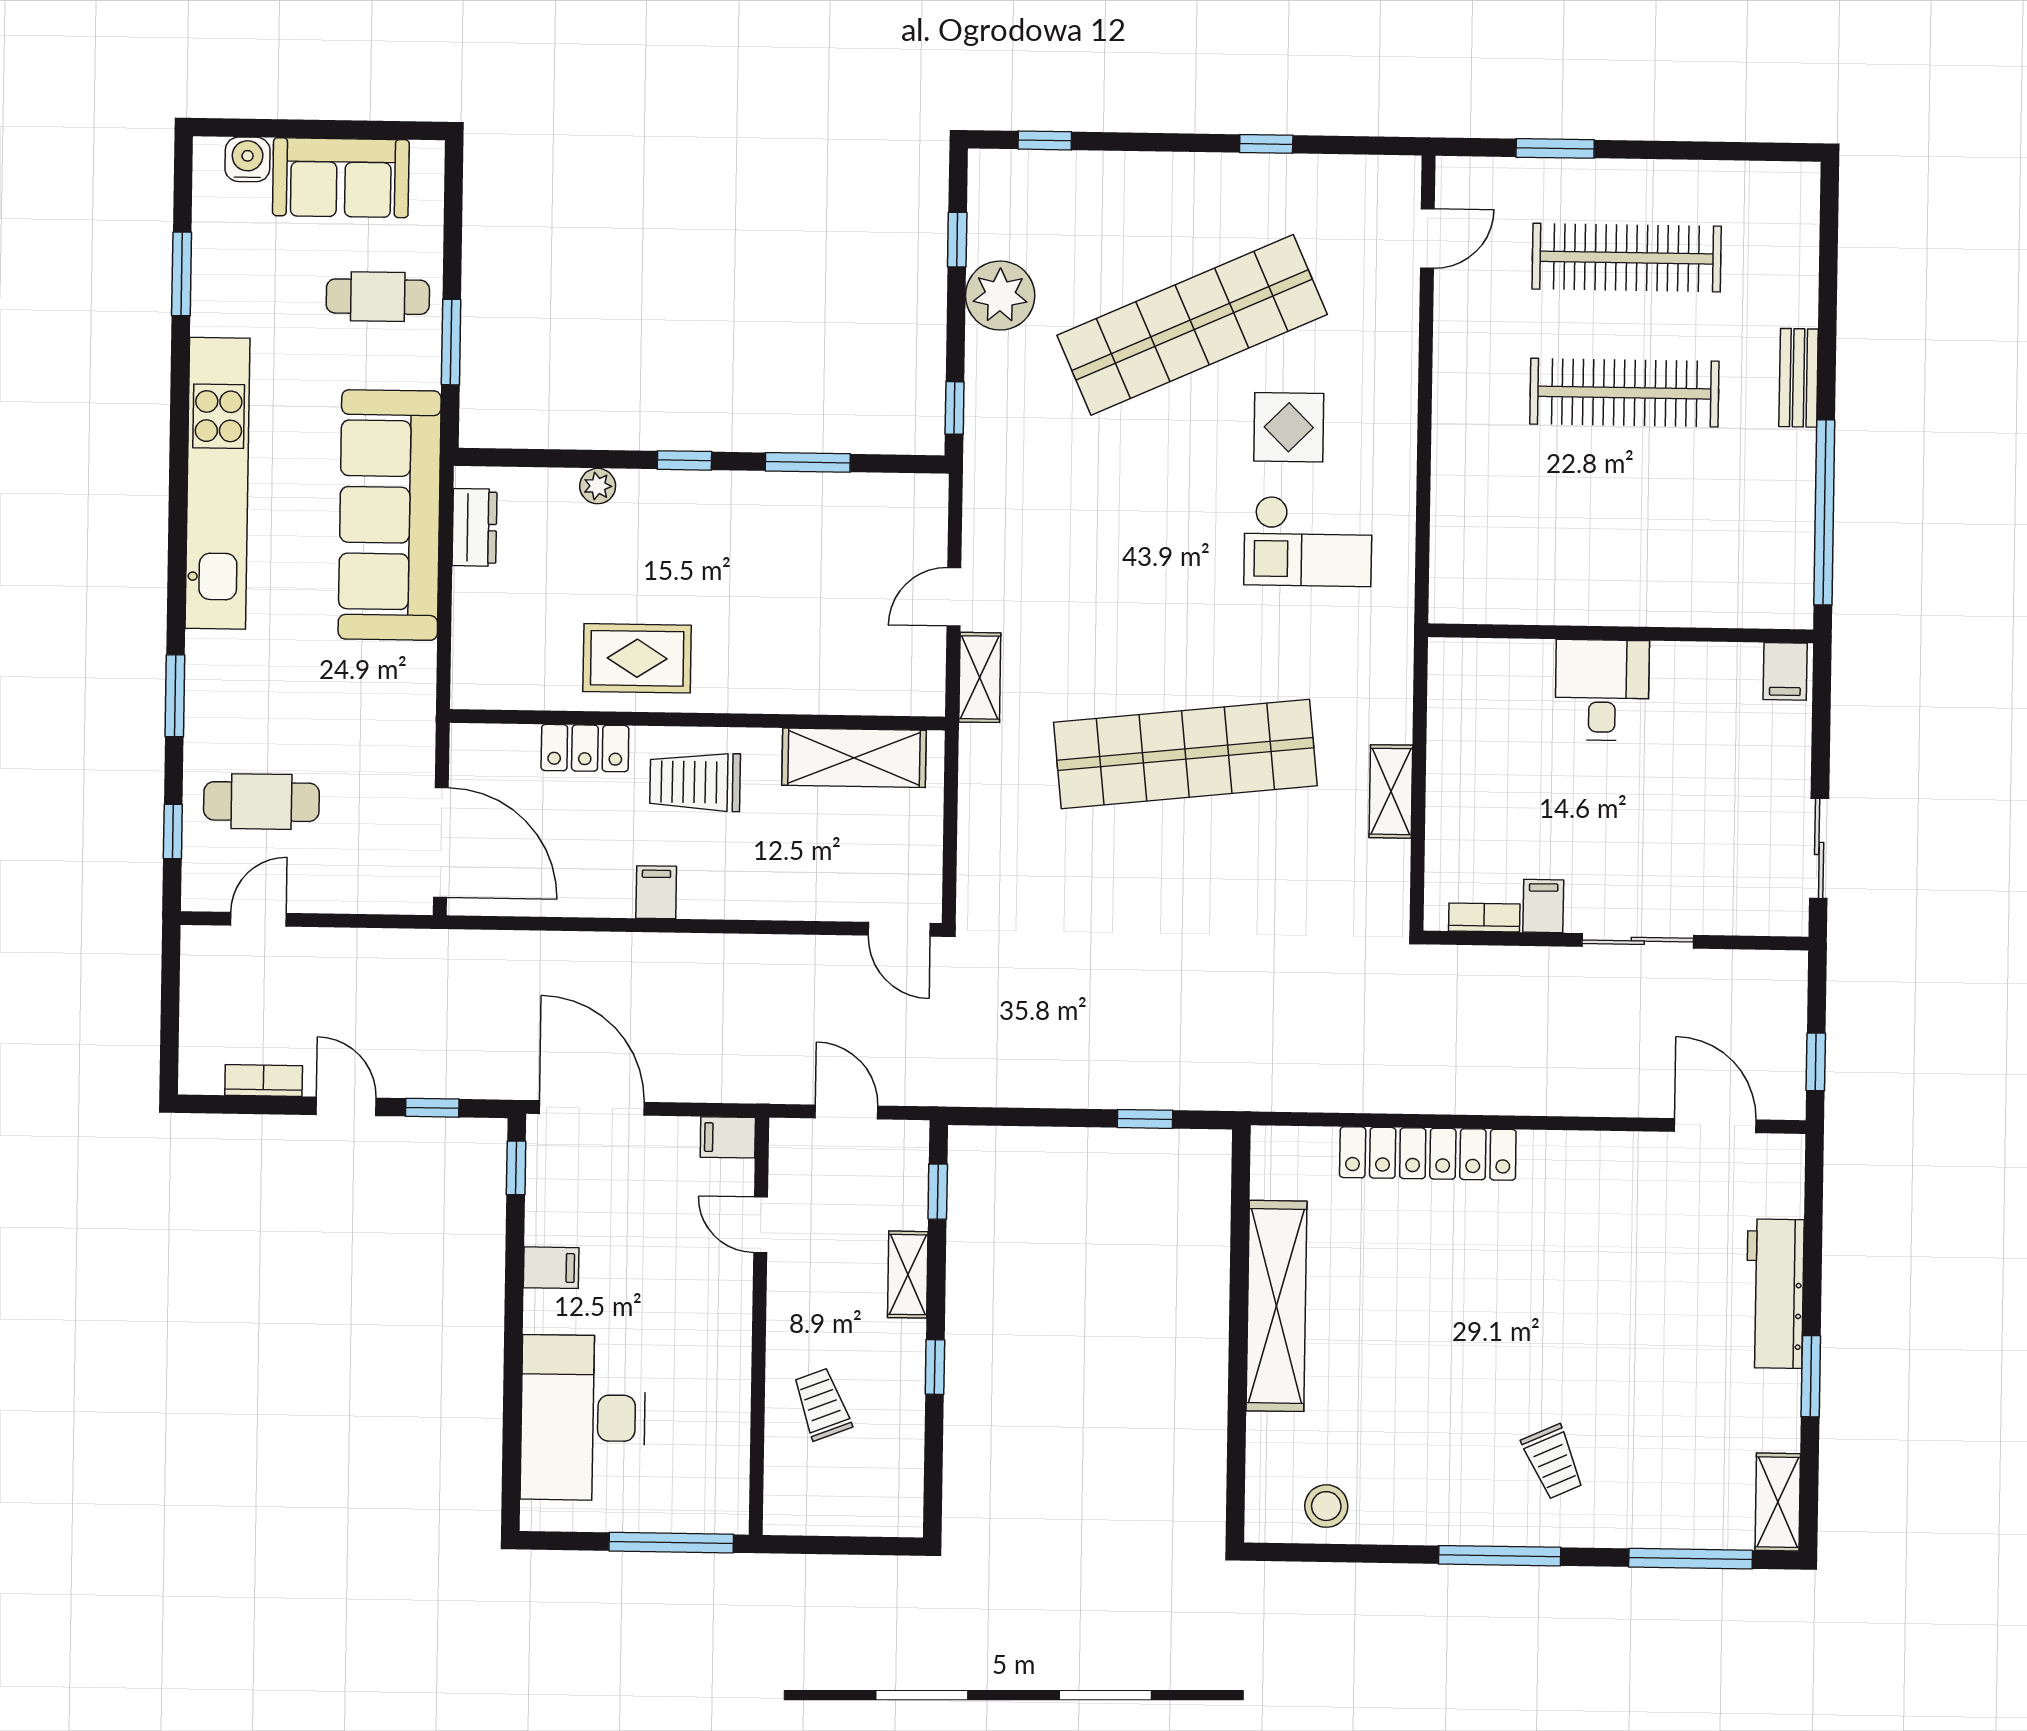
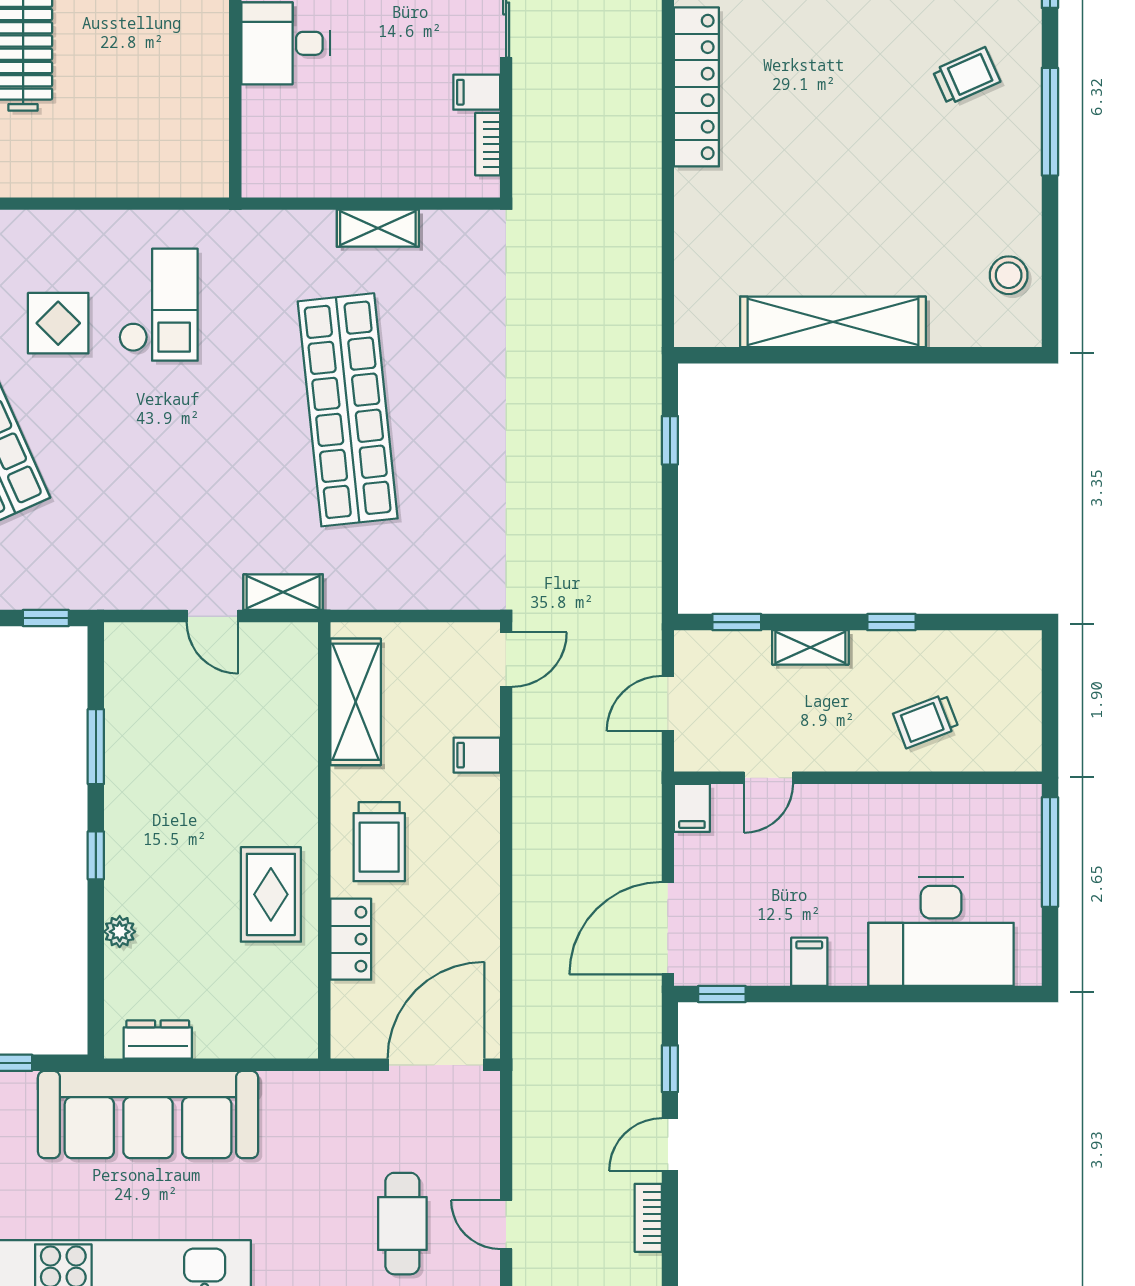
filing cabinet: (656, 892) -> (477, 755), moved
locker: (1428, 1153) -> (696, 87), moved

